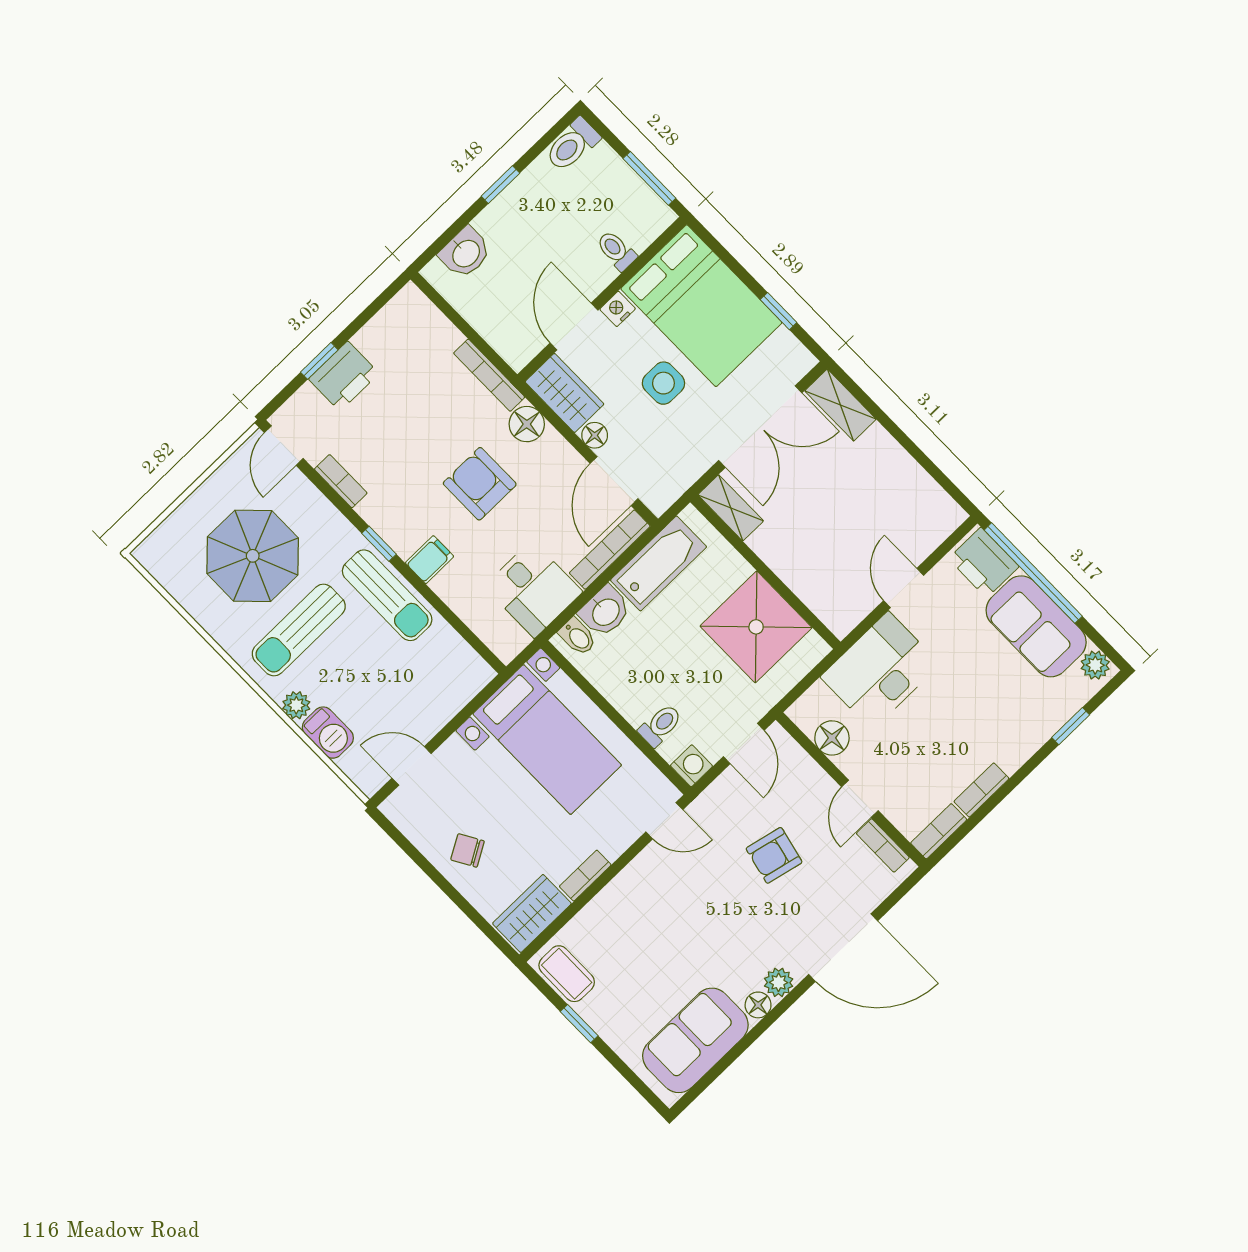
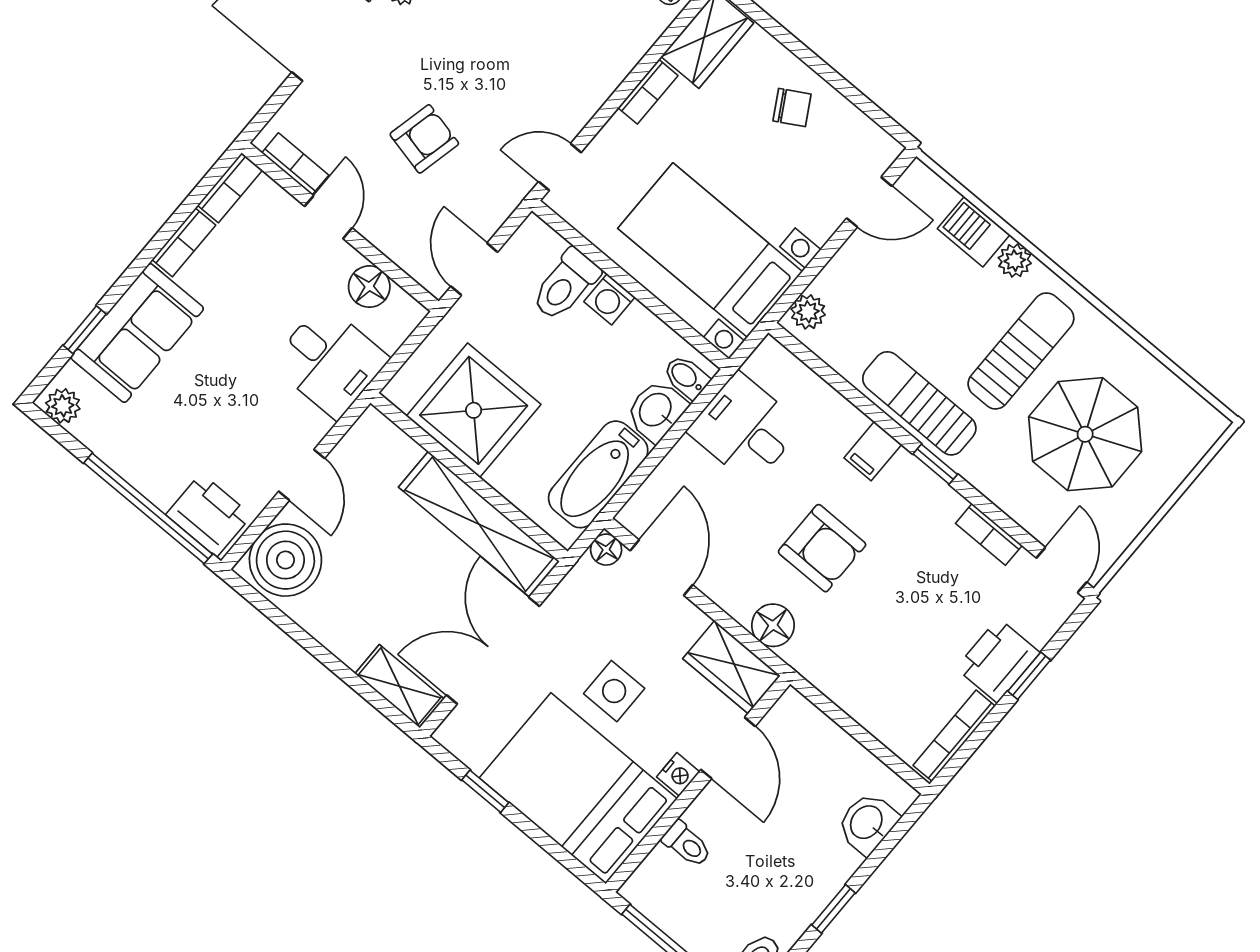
bookcase: (489, 375) -> (954, 736), moved, turned -90
floor lamp: (595, 435) -> (606, 550), moved
shelving: (731, 508) -> (479, 524), width x2.20, depth x1.33
boiler: (924, 519) -> (285, 560), added
bookcase: (610, 550) -> (658, 485), removed
sofa: (1036, 626) -> (137, 333), moved, turned 90
desk: (880, 671) -> (330, 361), width x0.73
plant: (471, 680) -> (808, 312), added
toilet: (660, 725) -> (565, 285), width x1.37, depth x1.39
washing machine: (691, 766) -> (609, 299), moved

